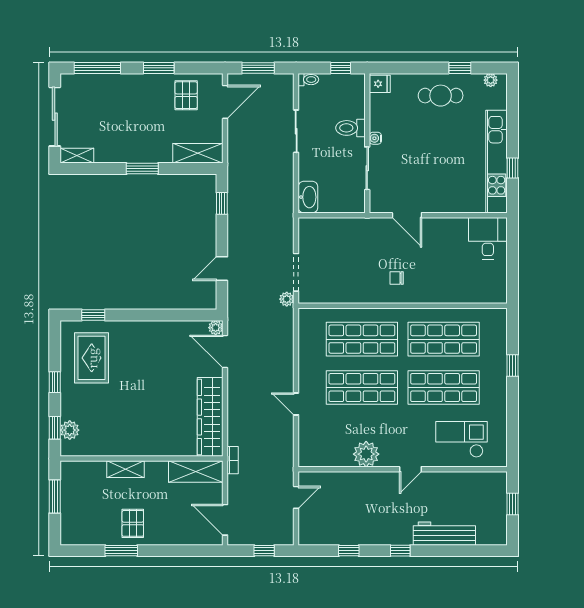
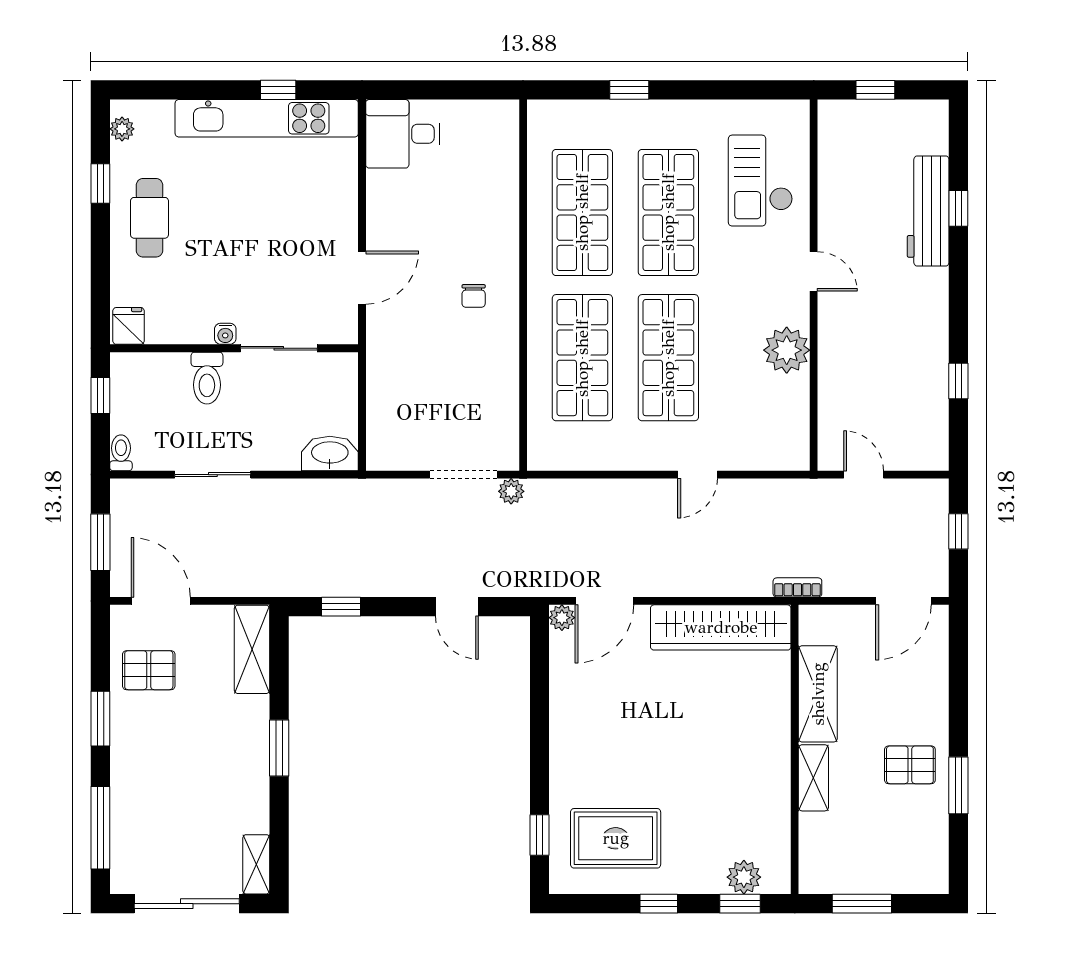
shelving: (196, 472) -> (818, 694), moved
window: (400, 551) -> (958, 208), moved

